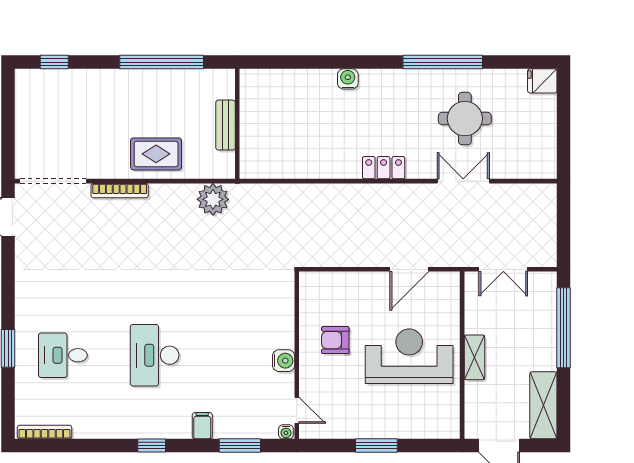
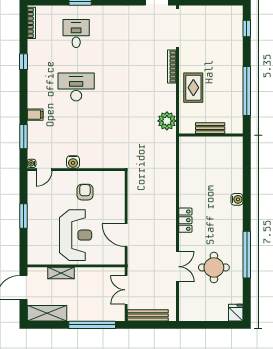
bench: (547, 232) -> (148, 315), added
shelving: (474, 357) -> (61, 273), moved
window: (152, 446) -> (24, 62), moved

